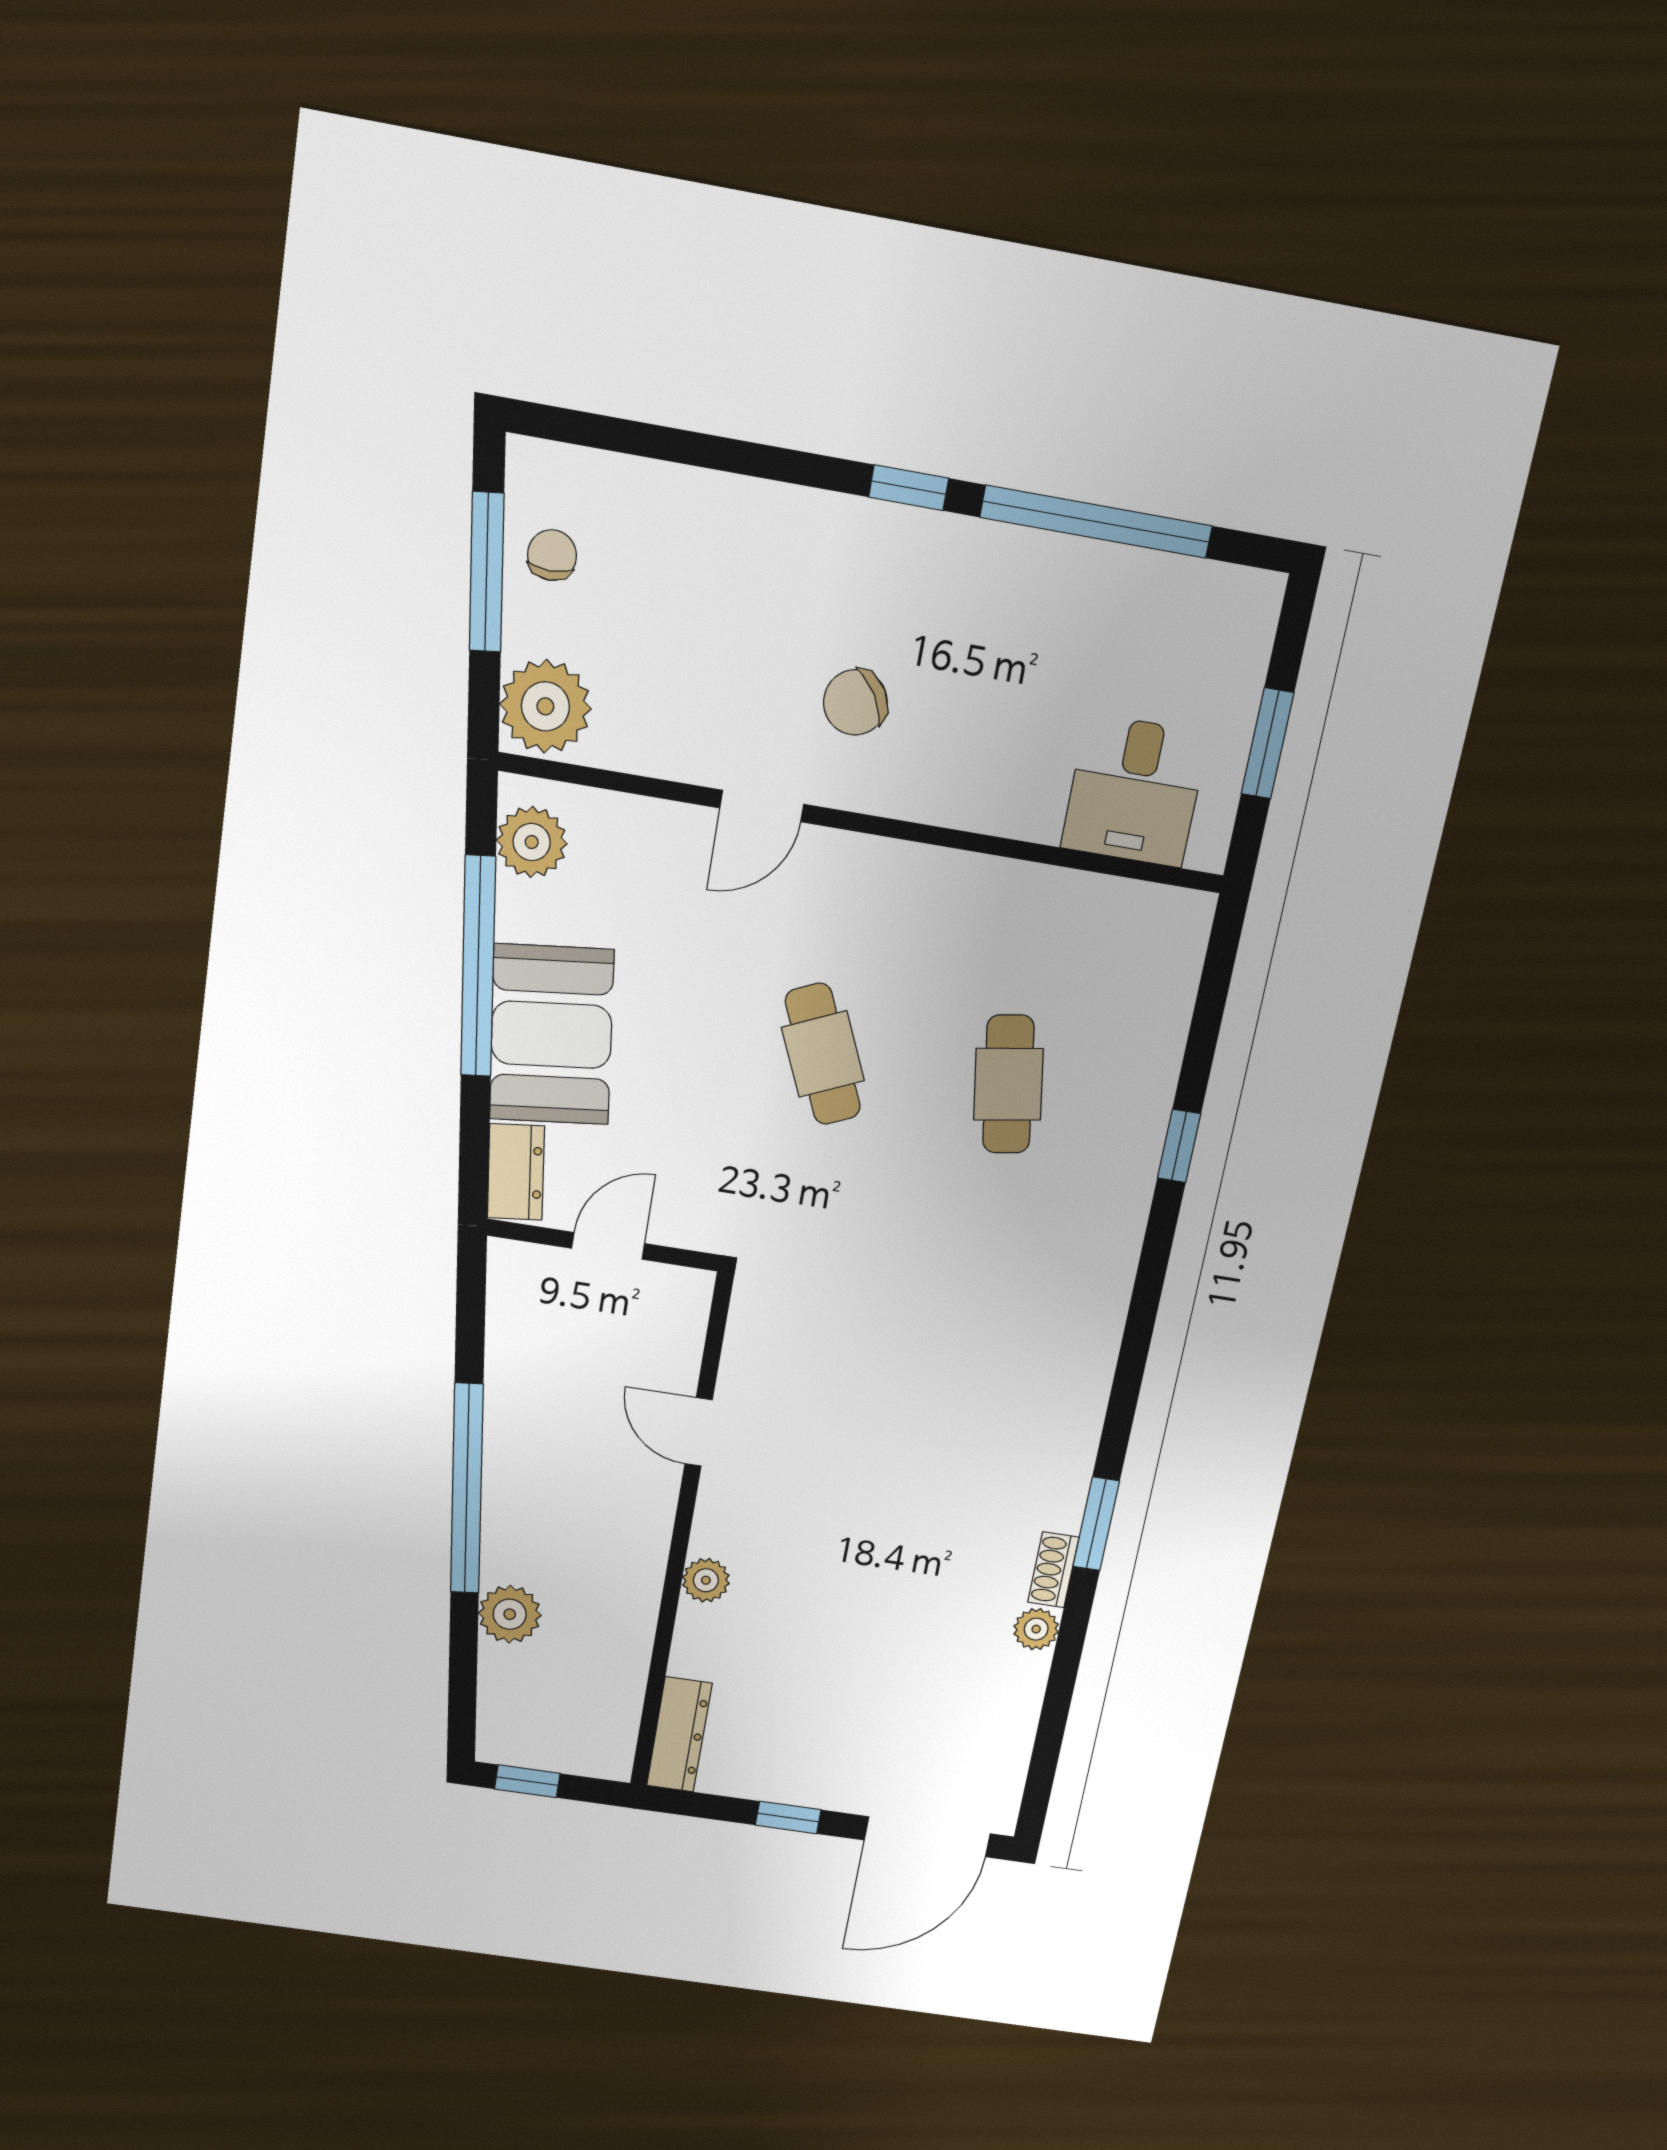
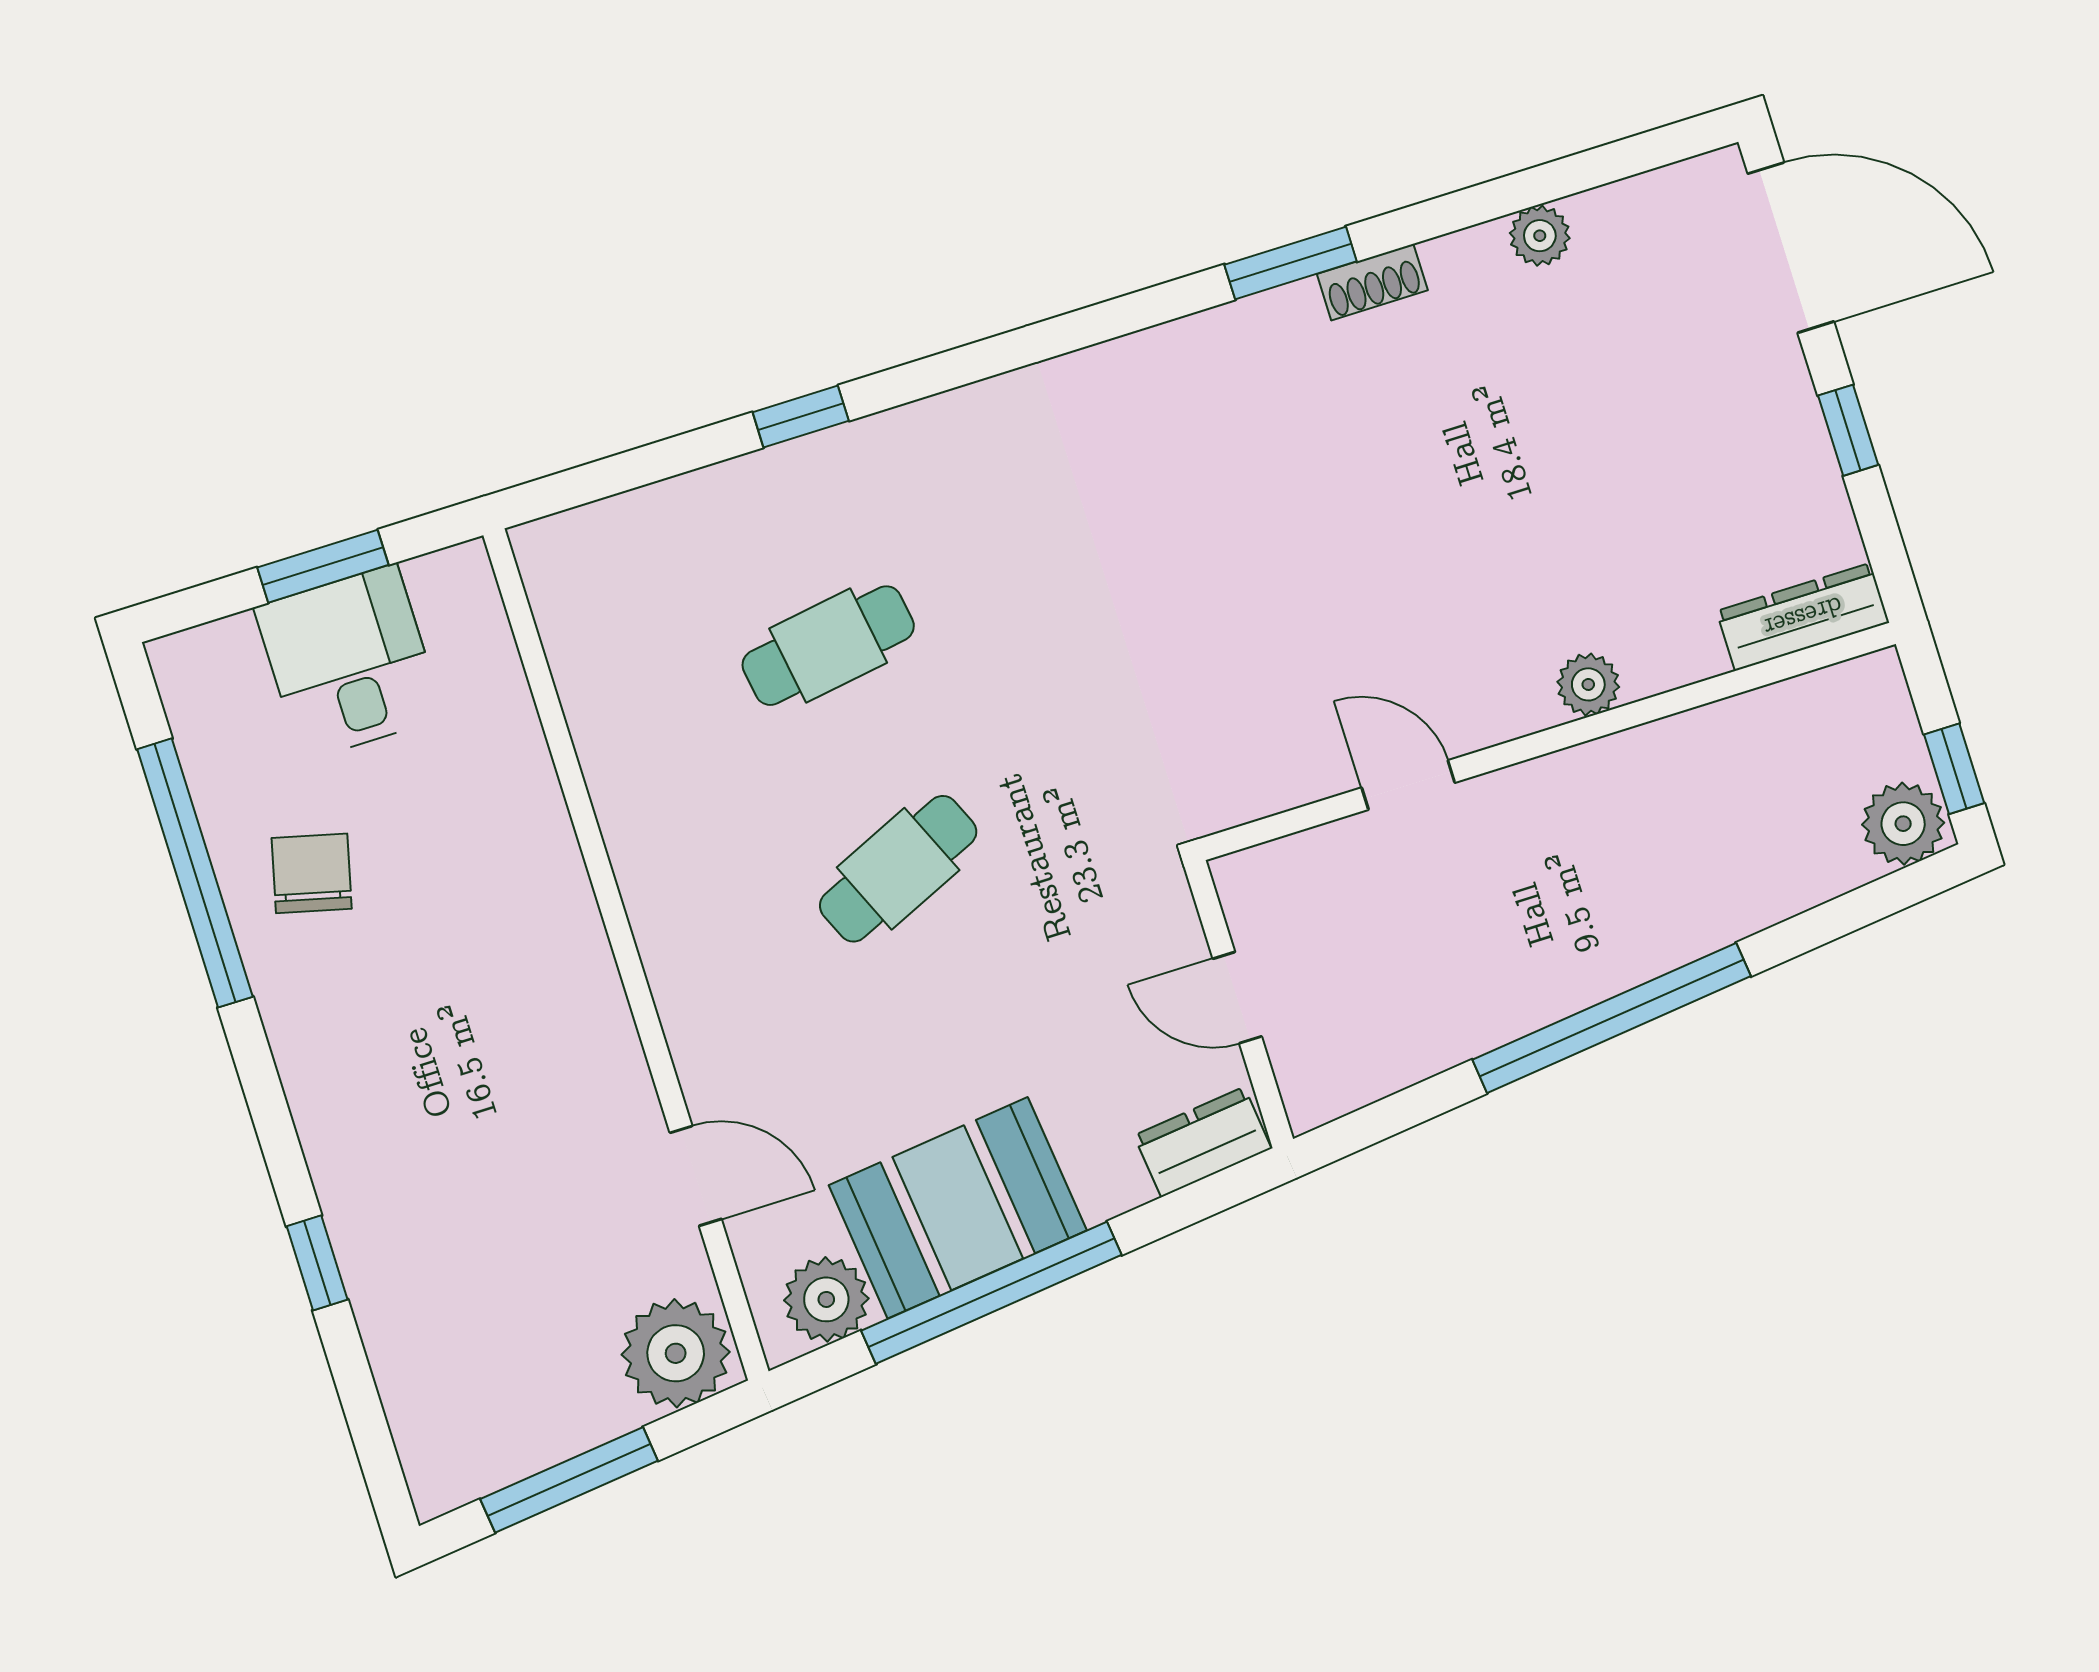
window: (909, 488) -> (317, 1263), moved
chair: (552, 555) -> (517, 1420), removed
chair: (855, 702) -> (312, 873), moved, turned -134
desk: (1134, 791) -> (349, 662), moved, turned -90
door: (762, 806) -> (696, 1176), moved
booth: (551, 1035) -> (958, 1208), moved
door: (699, 1432) -> (1408, 785), swing flipped
plant: (510, 1614) -> (1903, 824), moved
plant: (1036, 1629) -> (1540, 236), moved

